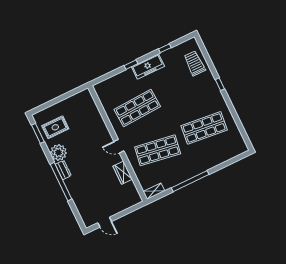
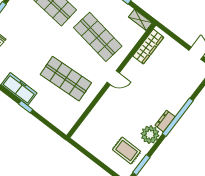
door: (119, 146) -> (113, 78), hinge flipped
wardrobe: (123, 173) -> (148, 47), moved, width x1.50

